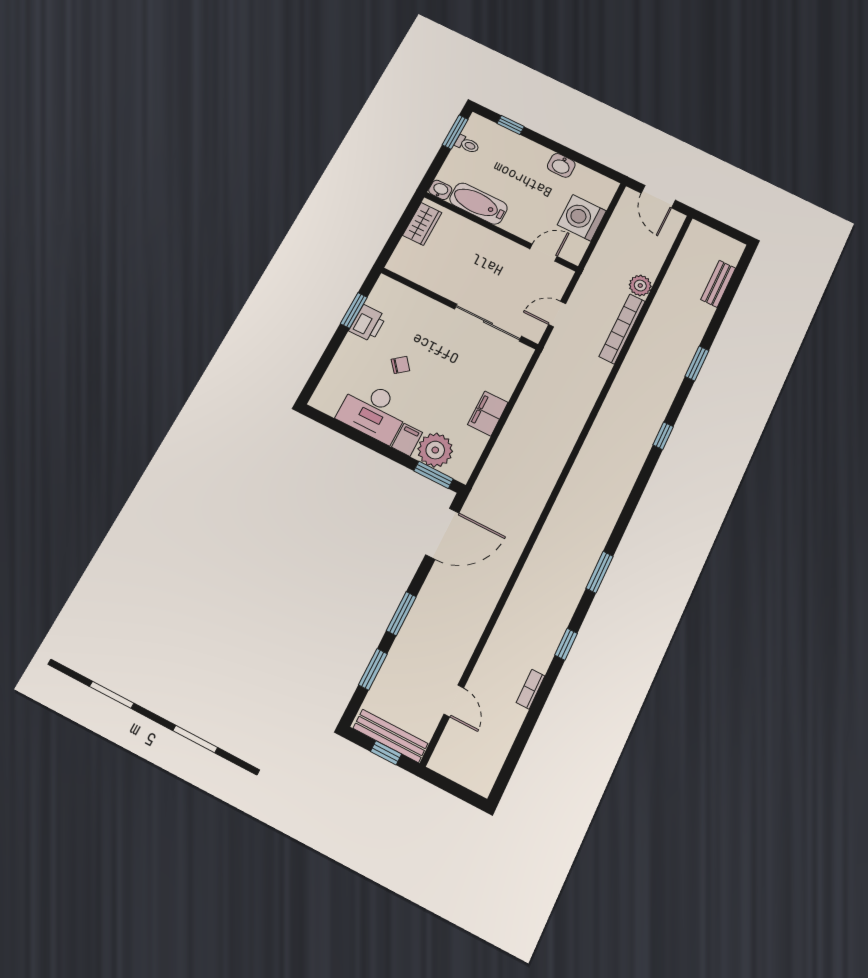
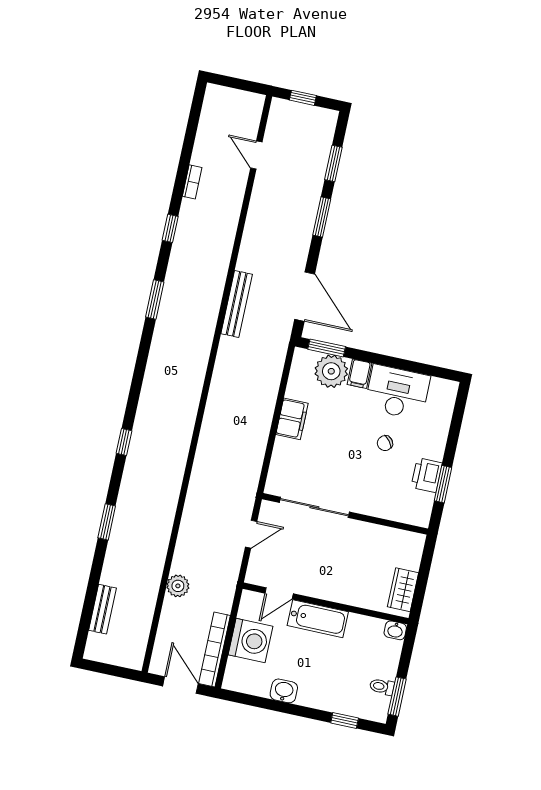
bathtub: (478, 204) -> (318, 619), moved
bookcase: (622, 329) -> (214, 649), moved, turned 180
door: (442, 534) -> (305, 297), swing flipped
bench: (390, 736) -> (237, 304), moved, turned 90

